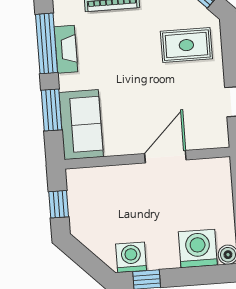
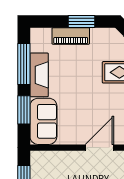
fireplace: (66, 49) -> (39, 75), width x1.37, depth x1.32

